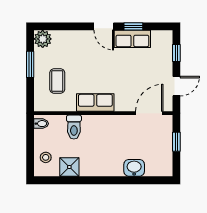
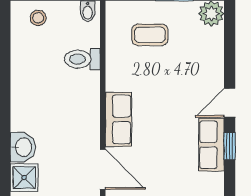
row of seats: (95, 102) -> (118, 119), moved
shower: (69, 167) -> (24, 178), moved

